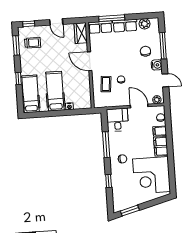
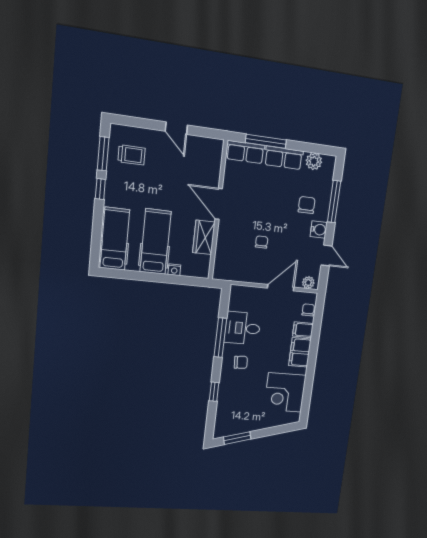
window: (29, 24) -> (130, 121), removed
wardrobe: (81, 33) -> (204, 237), moved
window: (18, 78) -> (100, 189), moved
coffee table: (106, 84) -> (237, 245), removed
door: (139, 106) -> (281, 288), hinge flipped
desk: (117, 120) -> (242, 328), moved, turned -90
corner desk: (152, 175) -> (285, 392), width x0.74, depth x0.74

